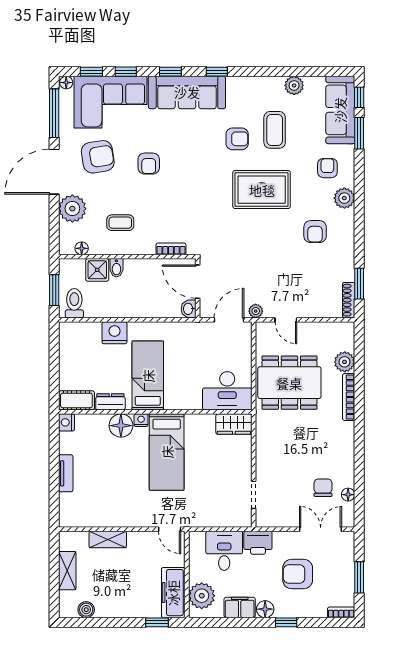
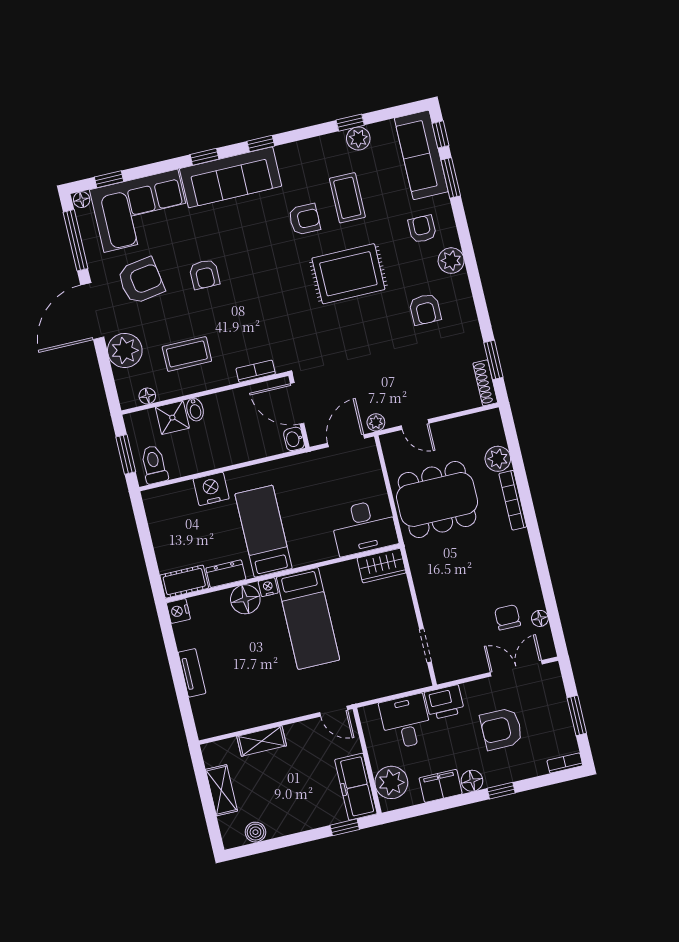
window: (126, 72) -> (350, 123), moved
coffee table: (120, 223) -> (187, 354), width x1.36, depth x1.30

